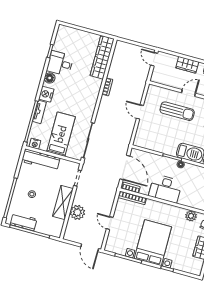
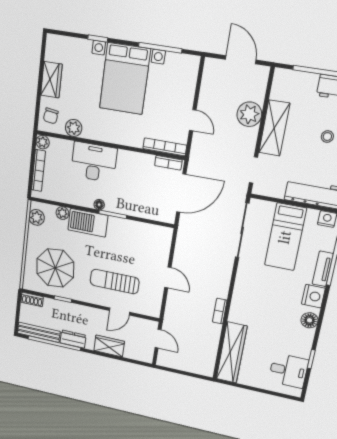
door: (154, 59) -> (158, 339), moved
desk: (60, 63) -> (288, 371), moved
door: (189, 93) -> (119, 311), moved
door: (125, 168) -> (181, 193), swing flipped
desk: (165, 189) -> (94, 162), moved
door: (110, 223) -> (193, 120), moved
door: (90, 248) -> (241, 60), moved

